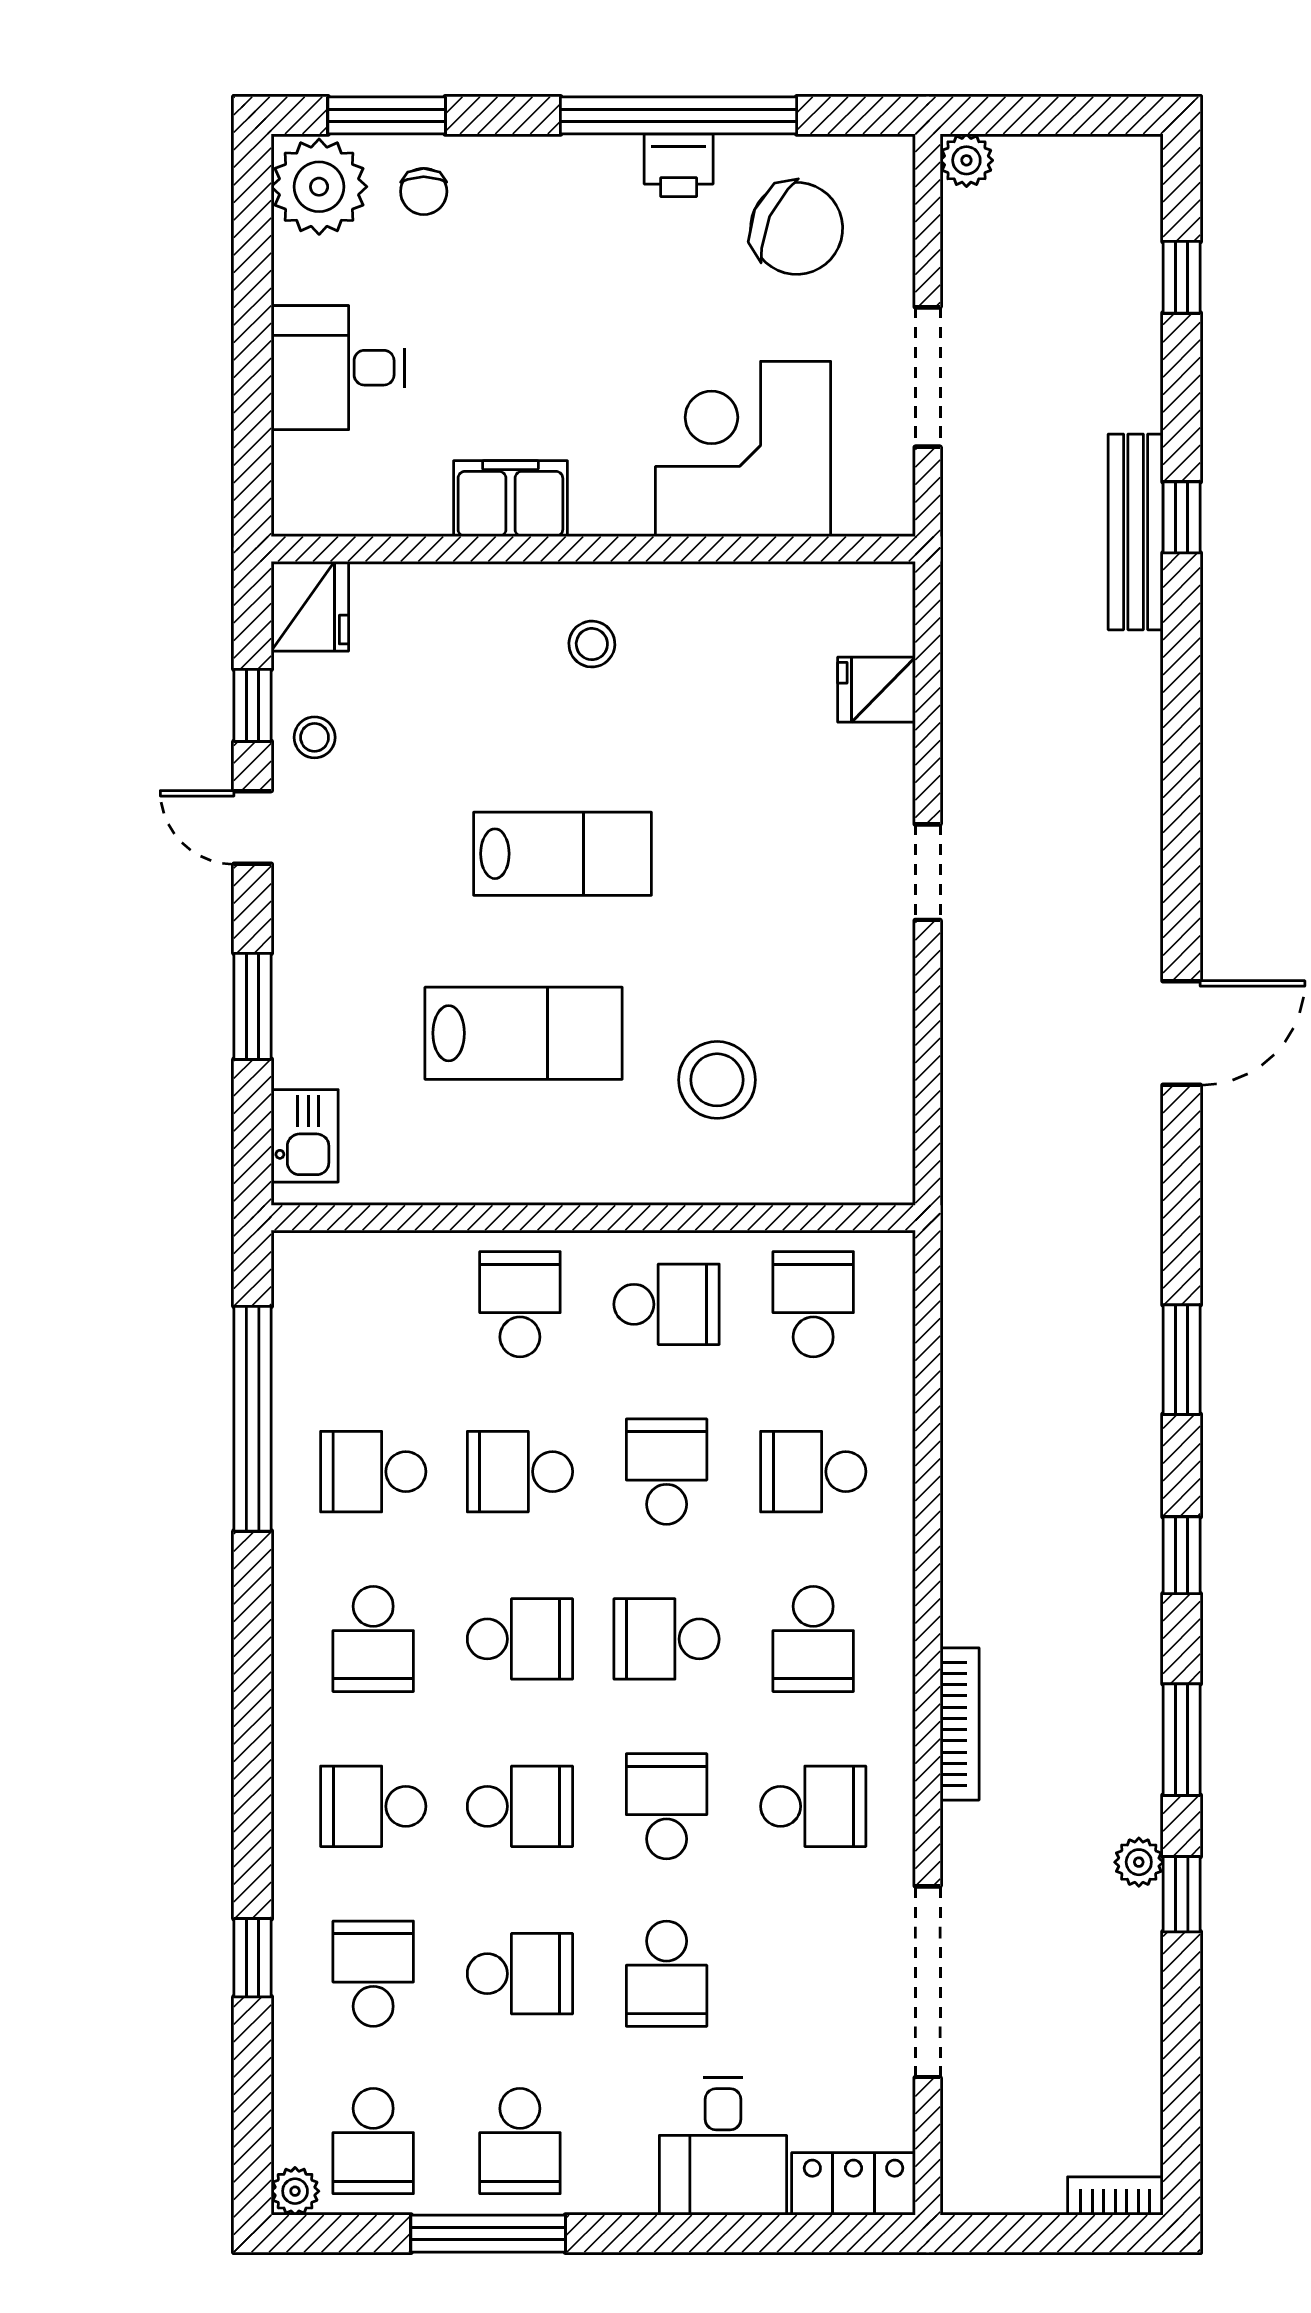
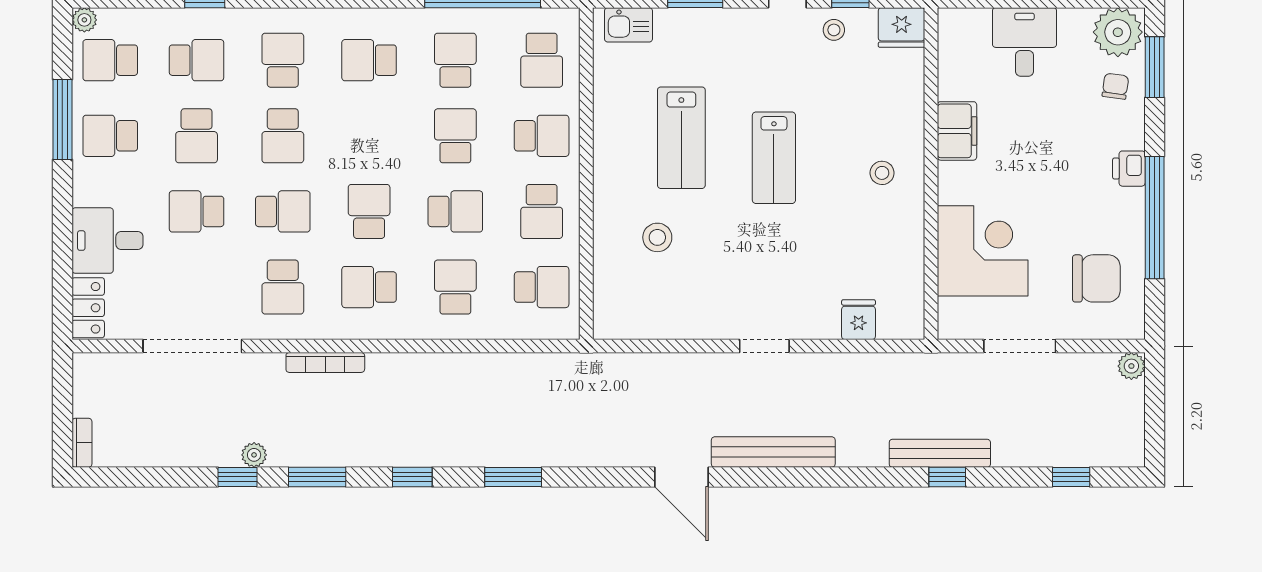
printer: (679, 165) -> (1129, 169), moved
chair: (424, 191) -> (1115, 86), turned 98
chair: (797, 228) -> (1096, 278), turned -114
bench: (1133, 855) -> (773, 452), added
stool: (717, 1080) -> (657, 237), width x0.73, depth x0.73
school desk: (520, 1639) -> (542, 60), moved

